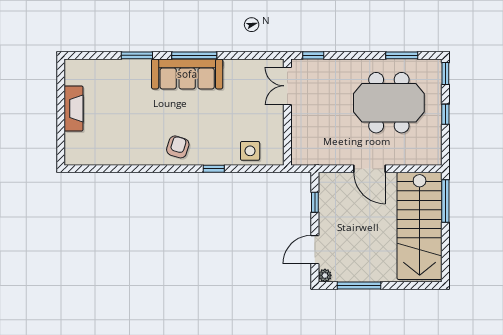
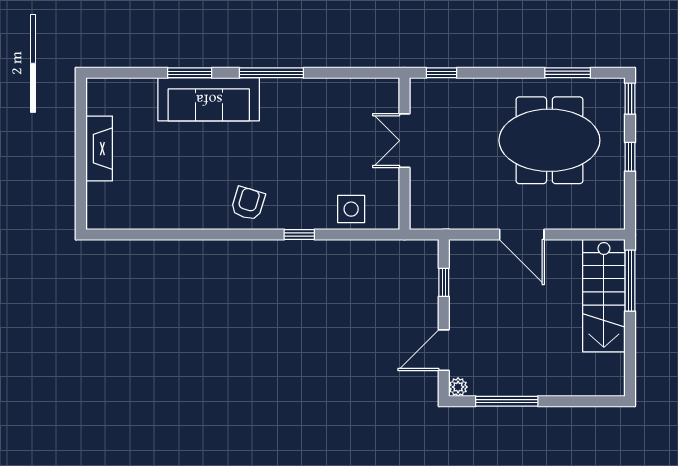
sofa: (187, 74) -> (209, 99), moved
double door: (287, 86) -> (405, 141), moved
stairs: (420, 226) -> (604, 296), width x0.73, depth x0.66

